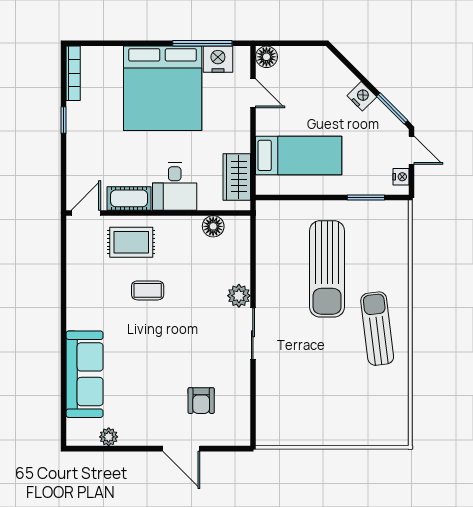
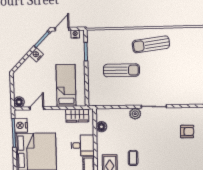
sun lounger: (327, 269) -> (121, 70), width x0.73, depth x0.75

